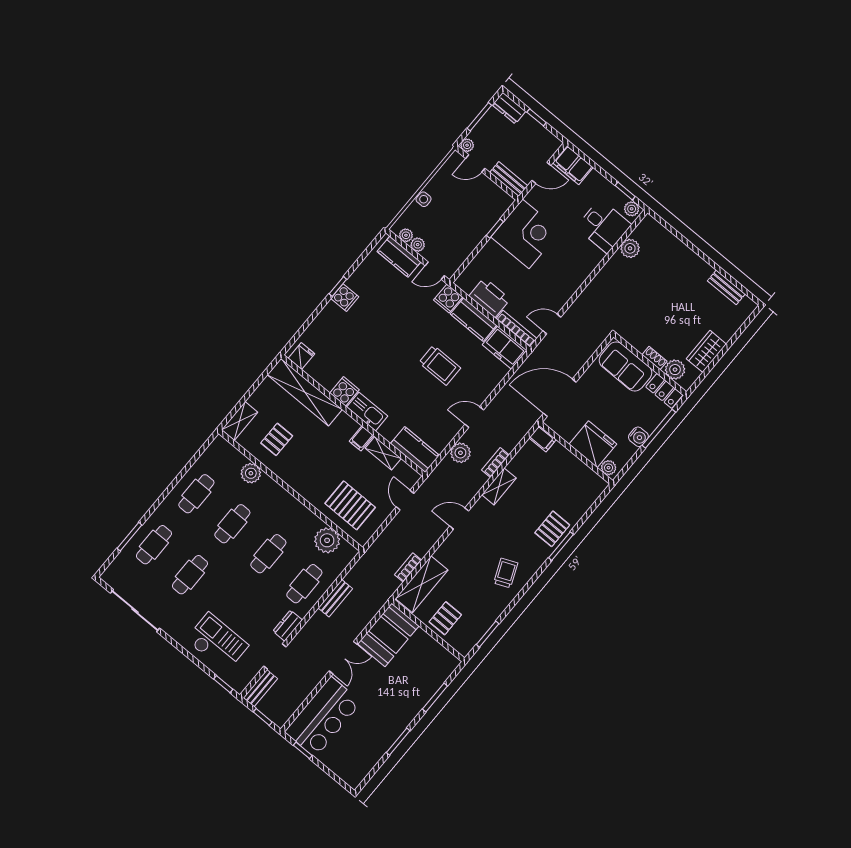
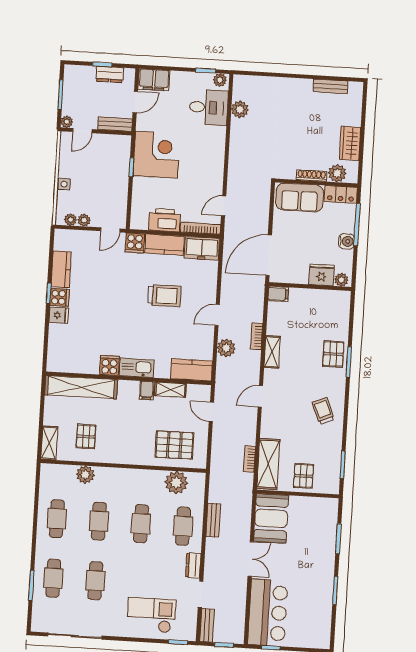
dresser: (509, 108) -> (110, 74), moved
kitchen counter: (399, 257) -> (61, 269), moved, turned -90
fridge: (301, 356) -> (59, 315), moved, turned 90
shoe rack: (655, 358) -> (312, 176), width x1.43
fridge: (593, 444) -> (322, 275), width x0.73, depth x0.75

